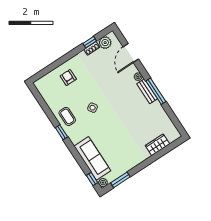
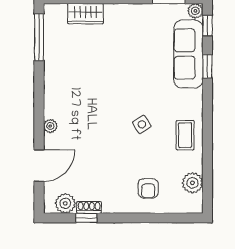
bench: (147, 91) -> (51, 98), removed
window: (156, 91) -> (39, 37), moved
plant: (48, 95) -> (192, 183), added
window: (61, 132) -> (207, 66), moved

